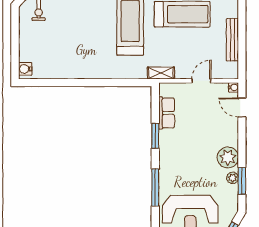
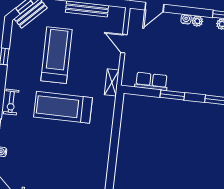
water cooler: (233, 87) -> (186, 19), moved
plant: (228, 157) -> (197, 21), width x0.53, depth x0.53

